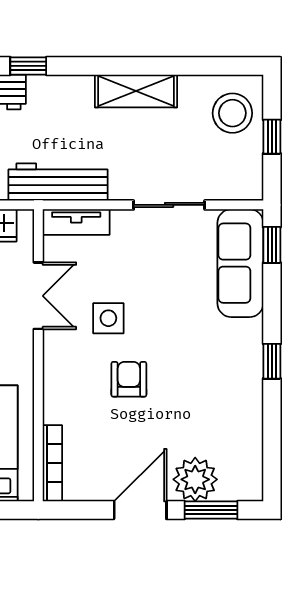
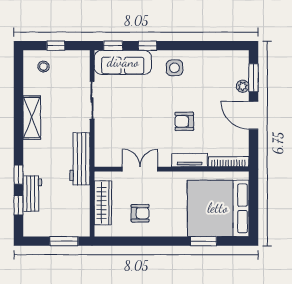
stool: (232, 113) -> (43, 67), width x0.53, depth x0.53
tv unit: (76, 222) -> (190, 160), moved, turned -90
side table: (108, 318) -> (174, 68), moved
window: (272, 361) -> (148, 46), moved
plant: (195, 479) -> (243, 86), width x0.53, depth x0.53

